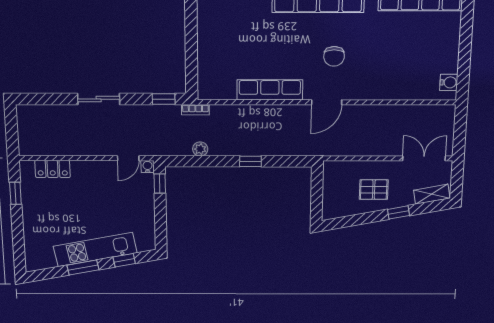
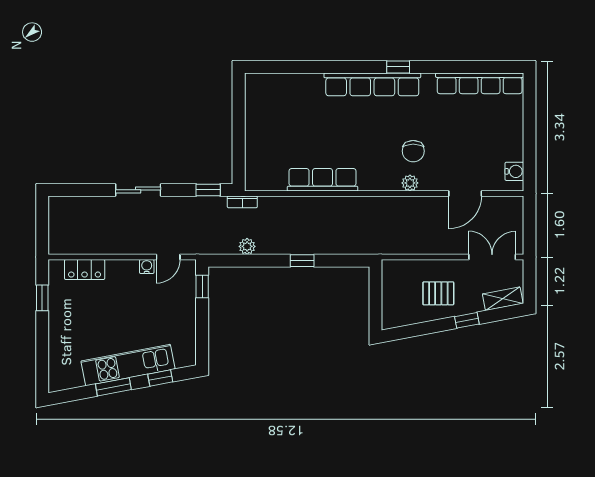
chair: (334, 56) -> (413, 151), moved
plant: (351, 93) -> (410, 183), added
door: (327, 102) -> (465, 194), moved
water cooler: (148, 166) -> (147, 266), moved

